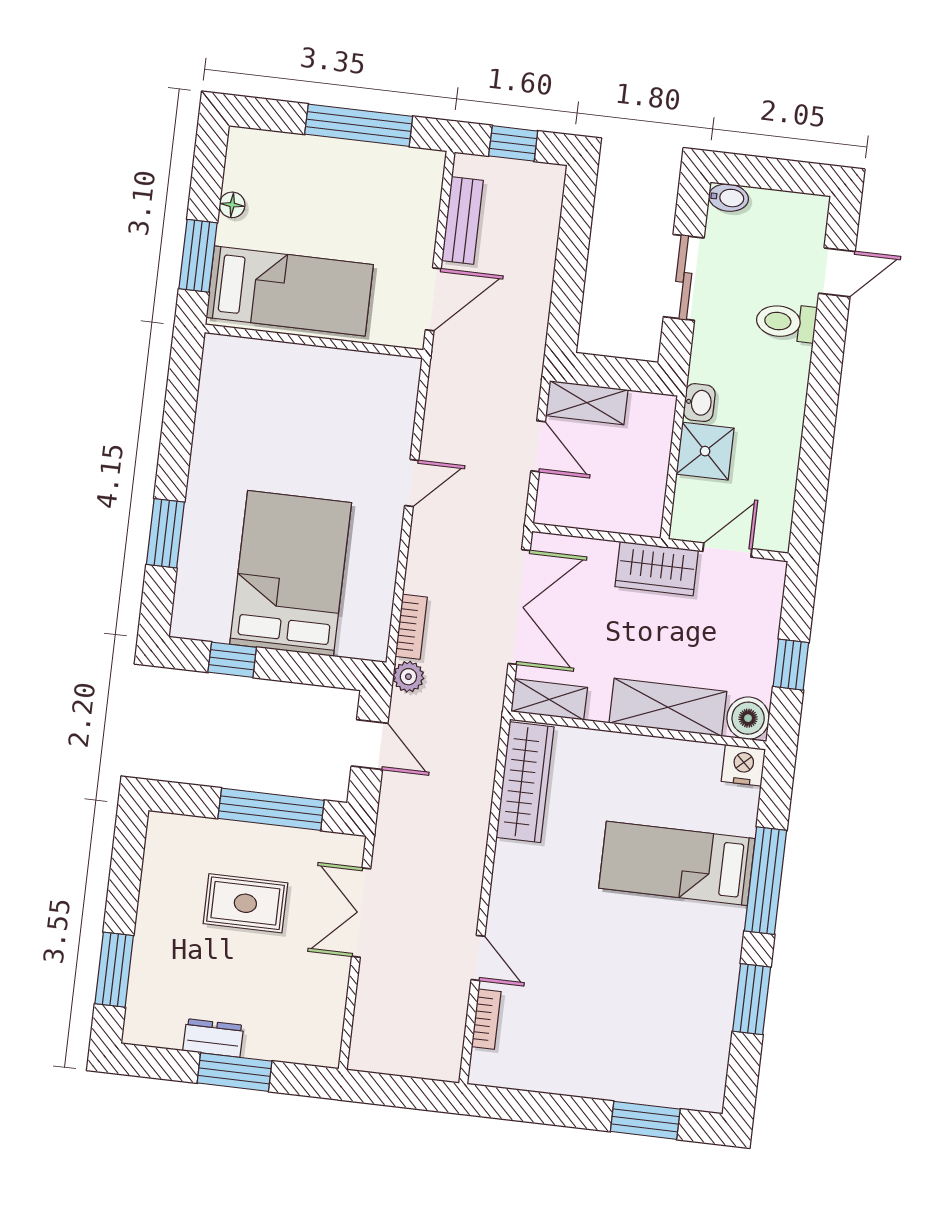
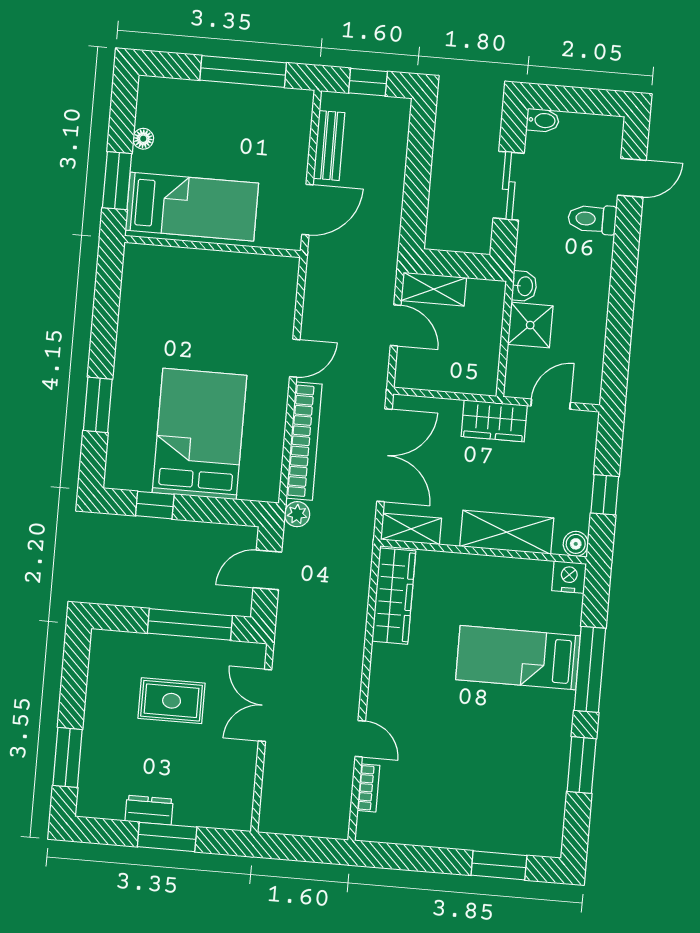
bookcase: (411, 627) -> (304, 441), width x2.31, depth x1.31
boiler: (748, 718) -> (576, 544), width x0.73, depth x0.73
door: (369, 745) -> (267, 570), swing flipped

